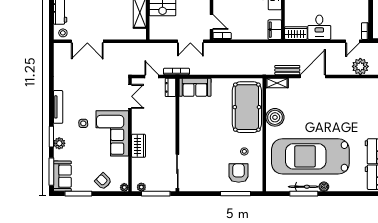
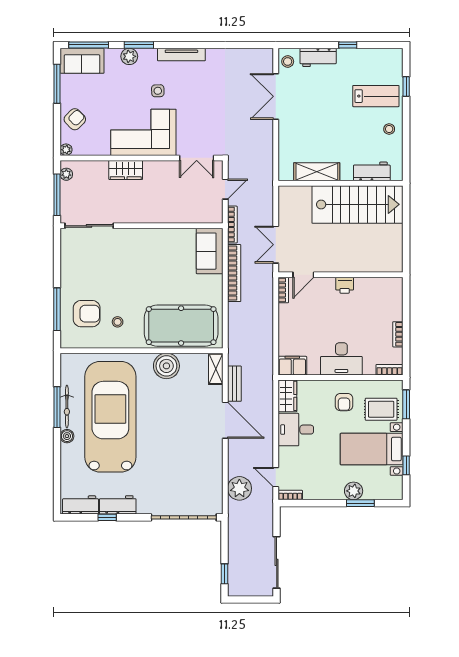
bookcase: (210, 70) -> (234, 273), added
dresser: (171, 87) -> (209, 216), removed

